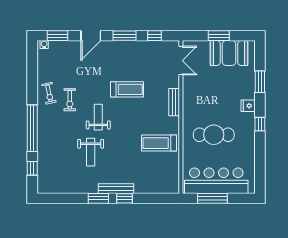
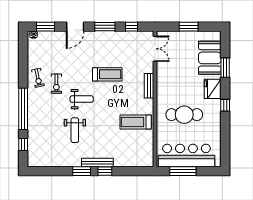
booth: (229, 53) -> (210, 58), moved, turned 90
fridge: (248, 106) -> (213, 89), width x1.88, depth x1.34
weight bench: (98, 117) -> (82, 99), turned 90

